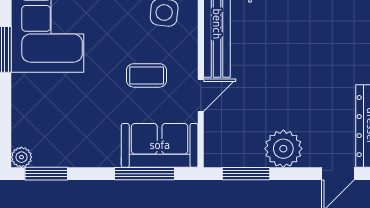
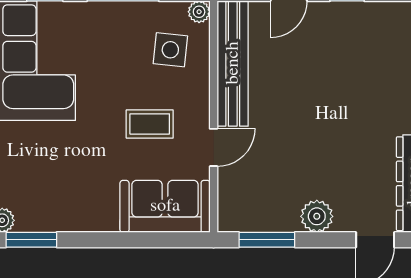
plant: (283, 149) -> (317, 216), width x0.73, depth x0.73
window: (144, 174) -> (147, 240), removed

